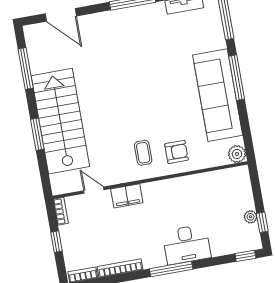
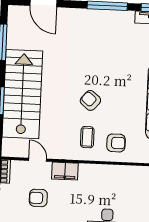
armchair: (137, 111) -> (90, 100), added
armchair: (104, 232) -> (38, 198), added

